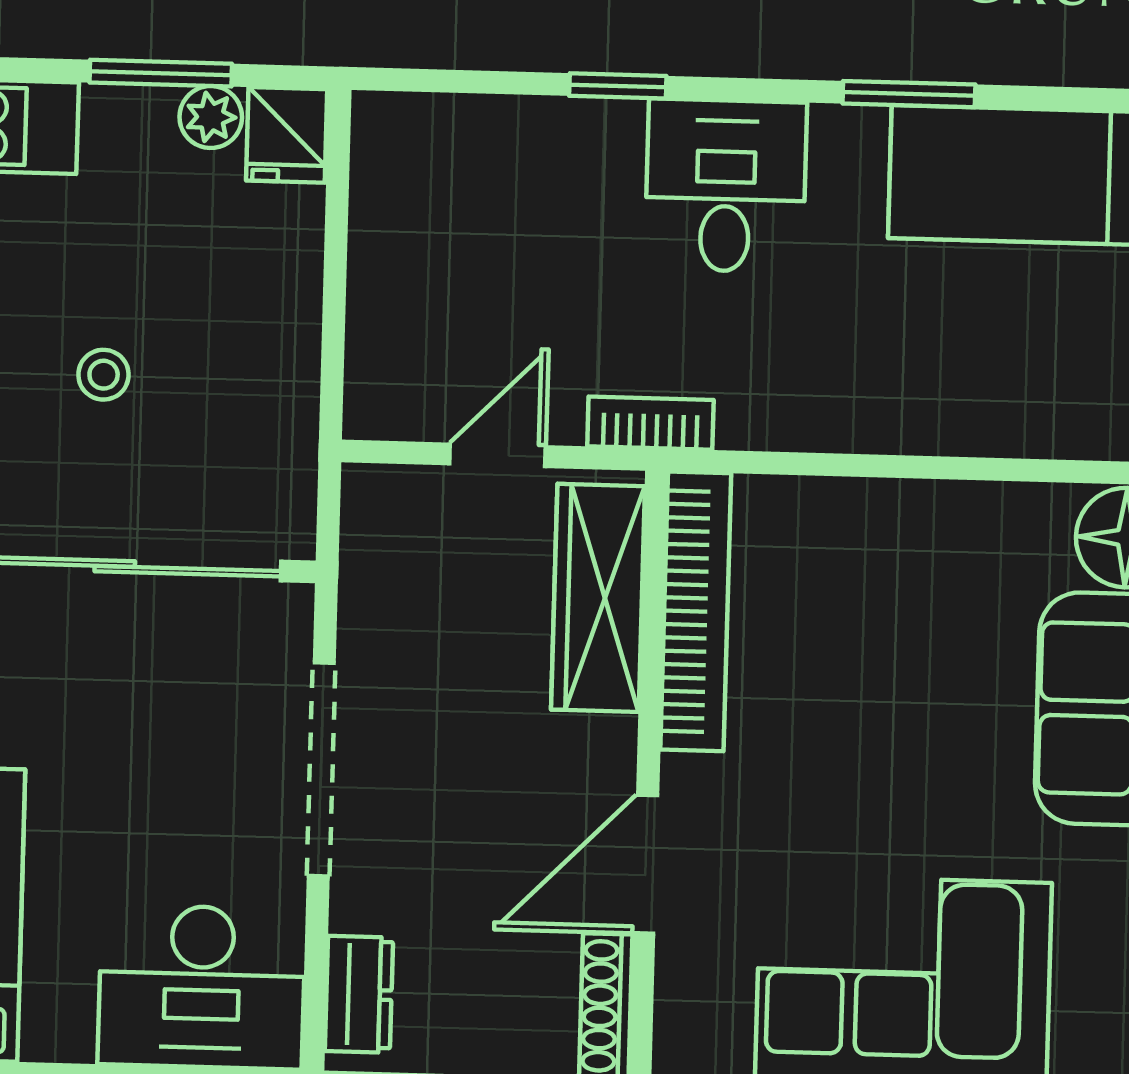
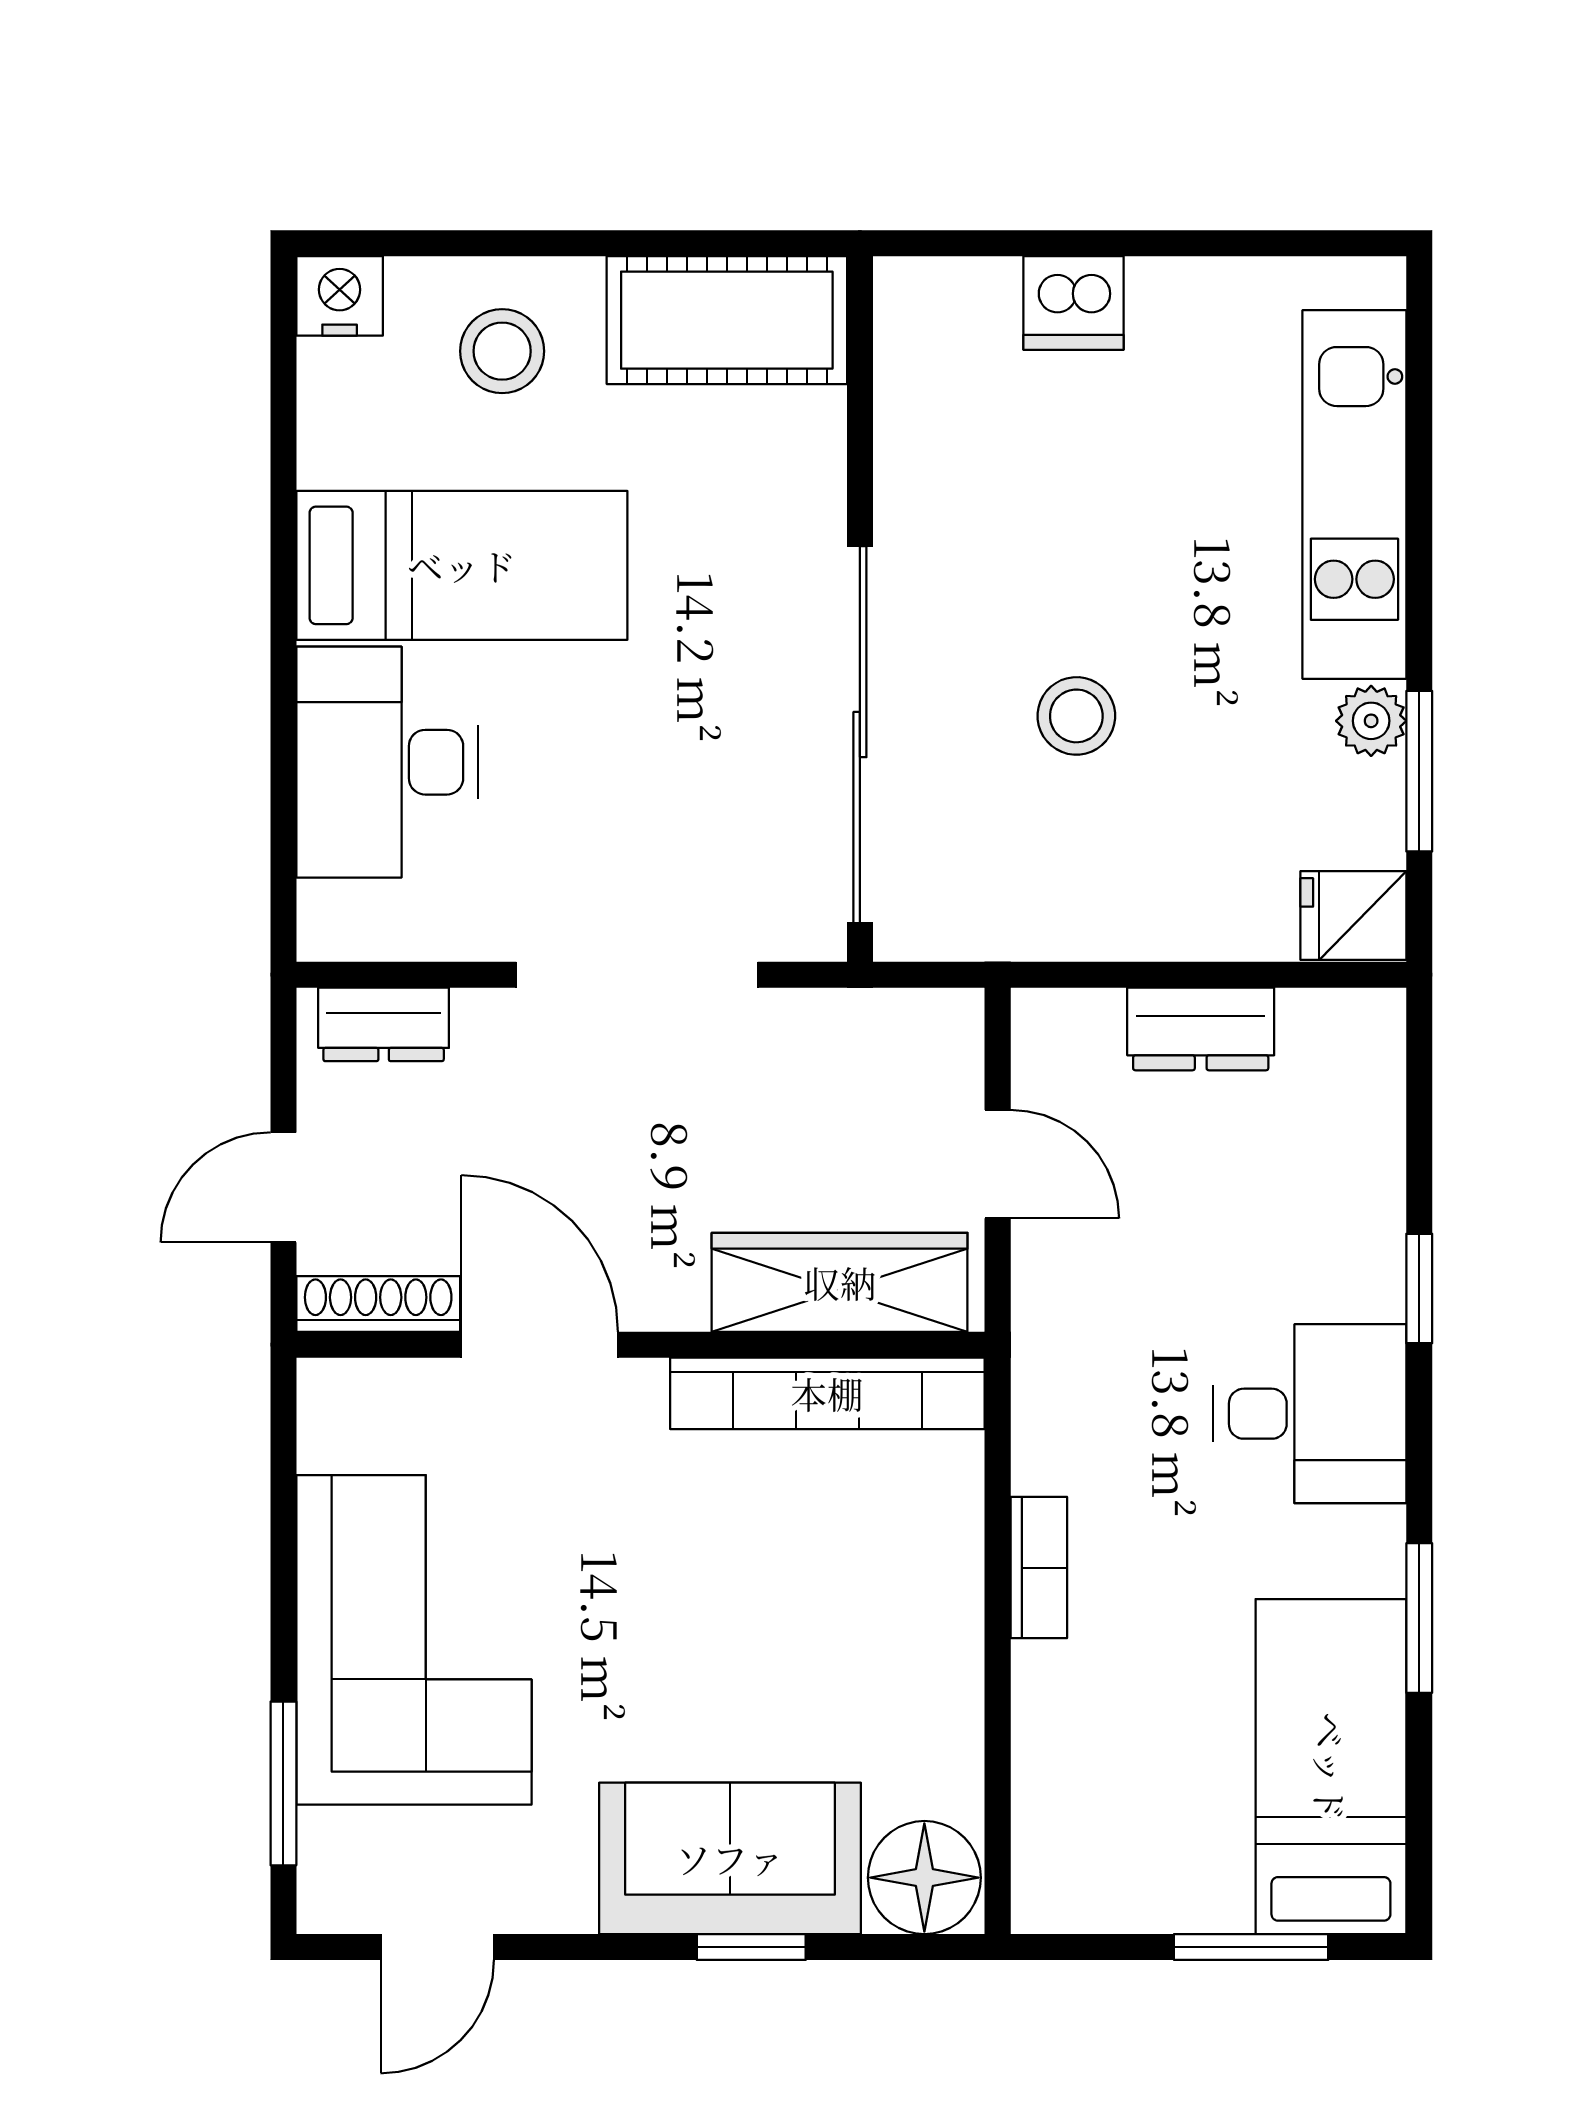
plant: (211, 117) -> (1371, 721), moved
dresser: (383, 273) -> (1201, 1029), added
stool: (104, 375) -> (1076, 716), width x1.37, depth x1.37
bookcase: (650, 423) -> (1039, 1568), moved
desk: (202, 987) -> (387, 762), moved

